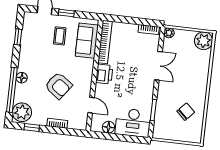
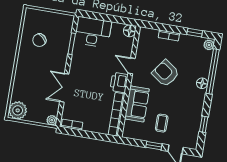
sofa: (87, 41) -> (137, 104), moved
door: (91, 105) -> (132, 66), moved
plant: (22, 112) -> (209, 45), width x0.53, depth x0.53
floor lamp: (108, 127) -> (130, 31), moved

